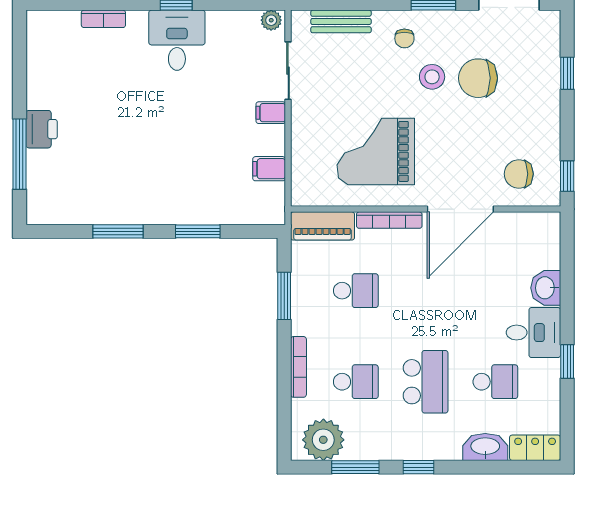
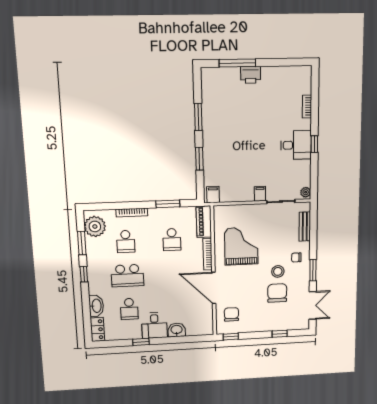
filing cabinet: (269, 169) -> (213, 195), moved

